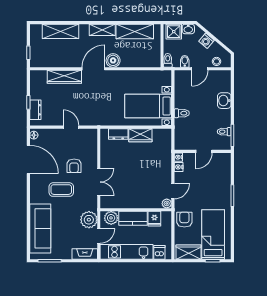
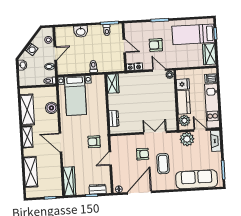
shower: (174, 32) -> (25, 77), removed
boiler: (113, 60) -> (51, 108), moved
door: (200, 69) -> (55, 53), hinge flipped
wardrobe: (64, 77) -> (69, 181), moved
bed with nightstands: (148, 106) -> (75, 96), moved
armchair: (92, 109) -> (94, 142), added
wardrobe: (140, 135) -> (113, 84), moved
armchair: (184, 220) -> (156, 45), moved

